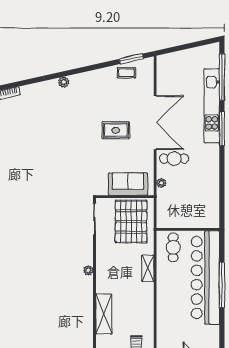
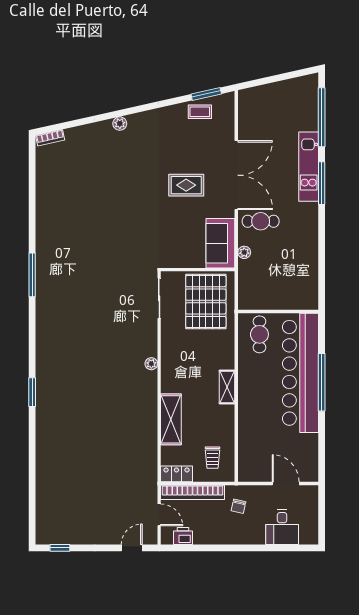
kitchen unit: (212, 106) -> (309, 167), width x0.73
sofa: (128, 184) -> (220, 243), moved, turned -90
shelving: (148, 268) -> (227, 387), moved

